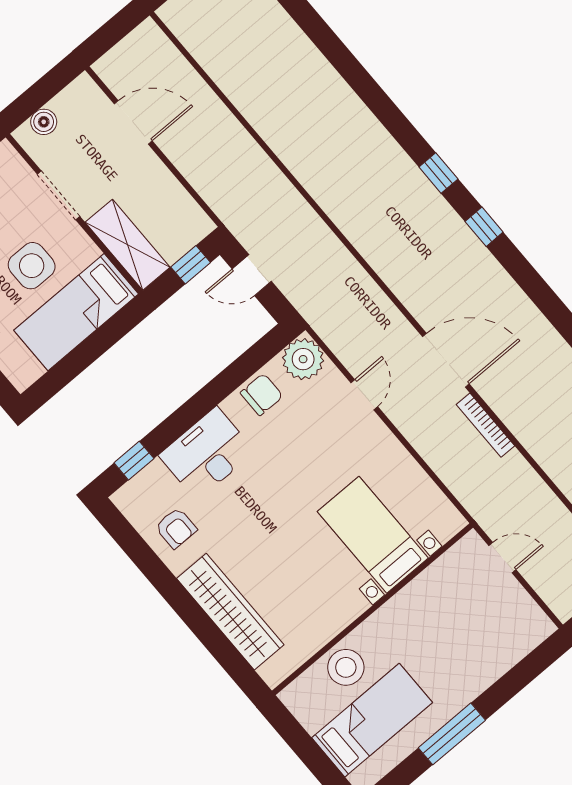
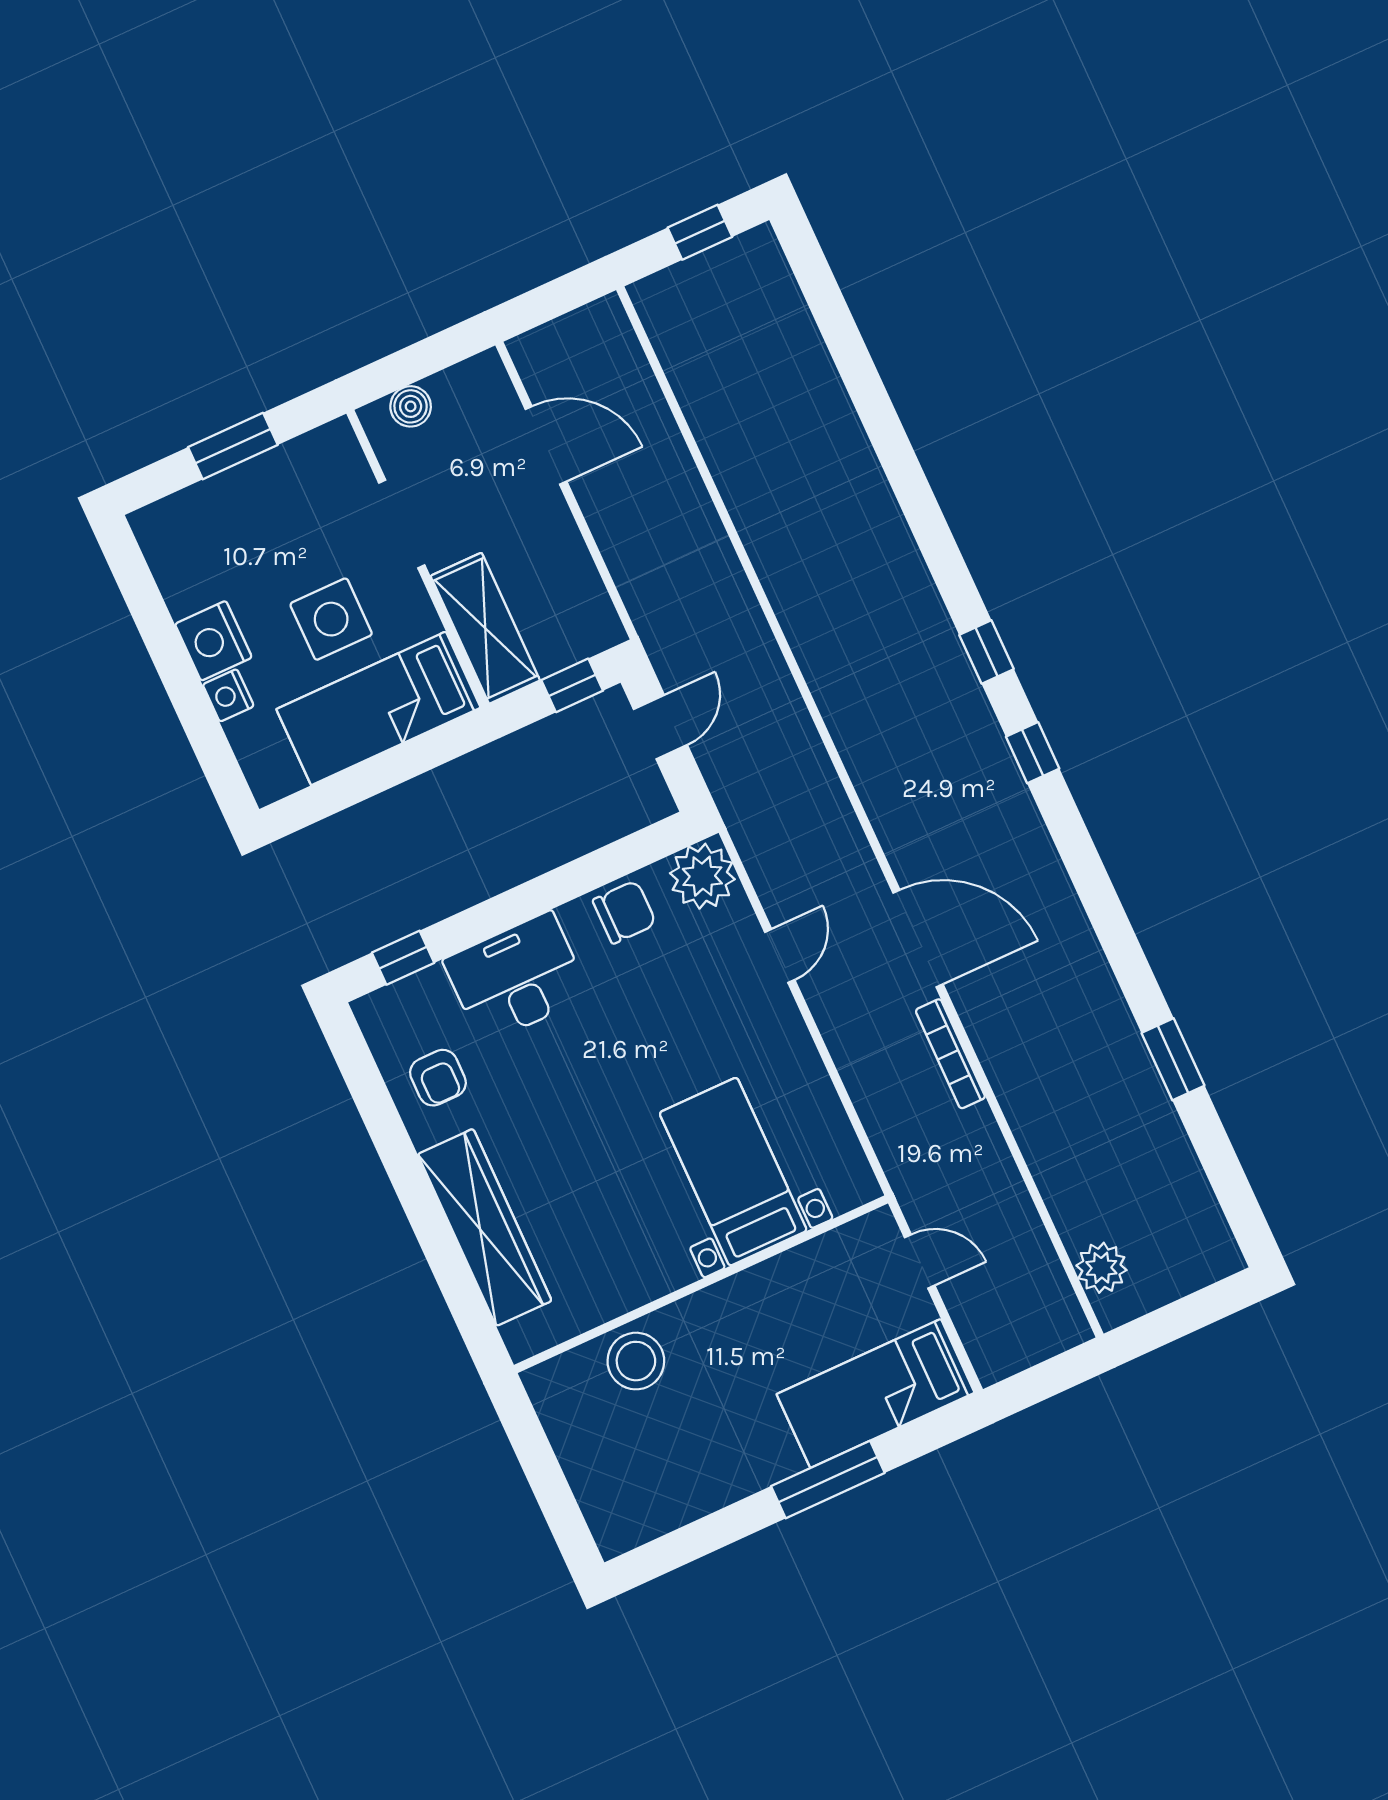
door: (252, 275) -> (660, 727), swing flipped
bed: (372, 720) -> (876, 1393), moved, turned 180
window: (452, 734) -> (828, 1480), moved

